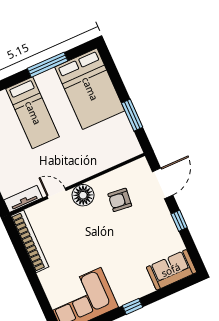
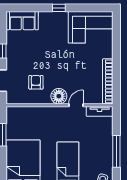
door: (56, 193) -> (76, 105), swing flipped
armchair: (120, 200) -> (36, 82), turned -96

